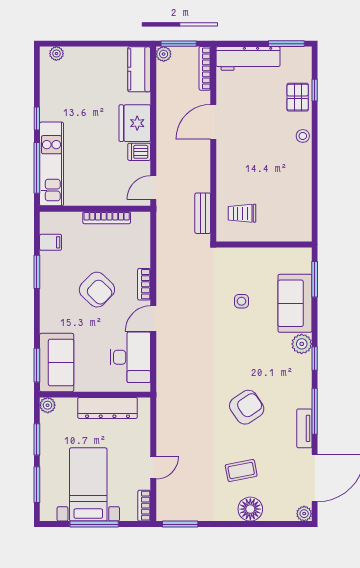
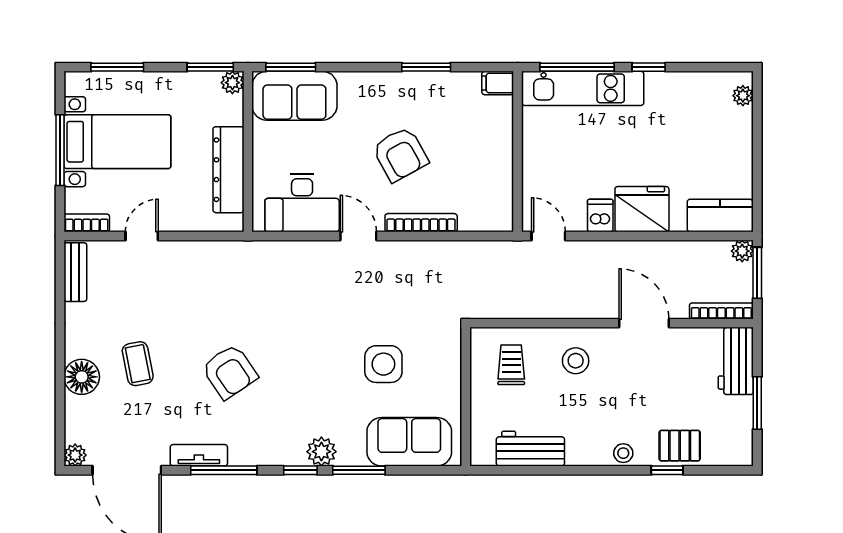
window: (286, 44) -> (757, 403), moved
workbench: (248, 58) -> (736, 361), width x0.73
window: (315, 90) -> (667, 470), moved
stool: (239, 169) -> (576, 361), added
workbench: (300, 200) -> (530, 449), added
bench: (203, 213) -> (75, 272), moved, turned 90
bookcase: (107, 218) -> (505, 168), removed
filing cabinet: (51, 242) -> (498, 83), moved, turned 90
window: (315, 279) -> (359, 470), moved
bookcase: (144, 284) -> (421, 223), width x1.56
armchair: (97, 290) -> (400, 154), turned -73
side table: (241, 301) -> (383, 364), width x1.87, depth x1.87
sofa: (295, 303) -> (409, 442), moved
window: (37, 439) -> (210, 67), moved
door: (153, 468) -> (142, 236), swing flipped
window: (180, 524) -> (60, 275), removed

